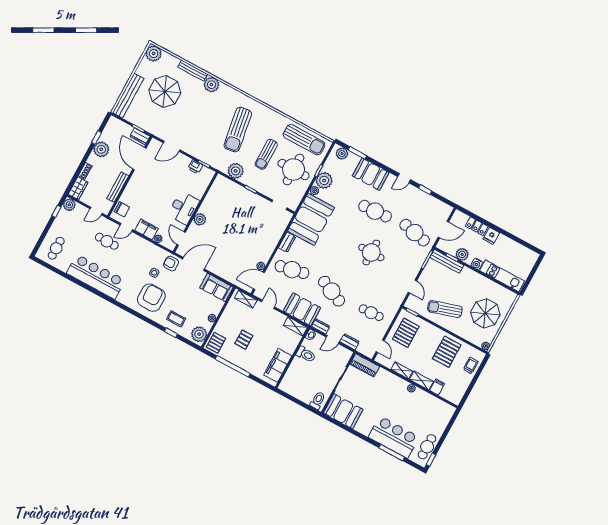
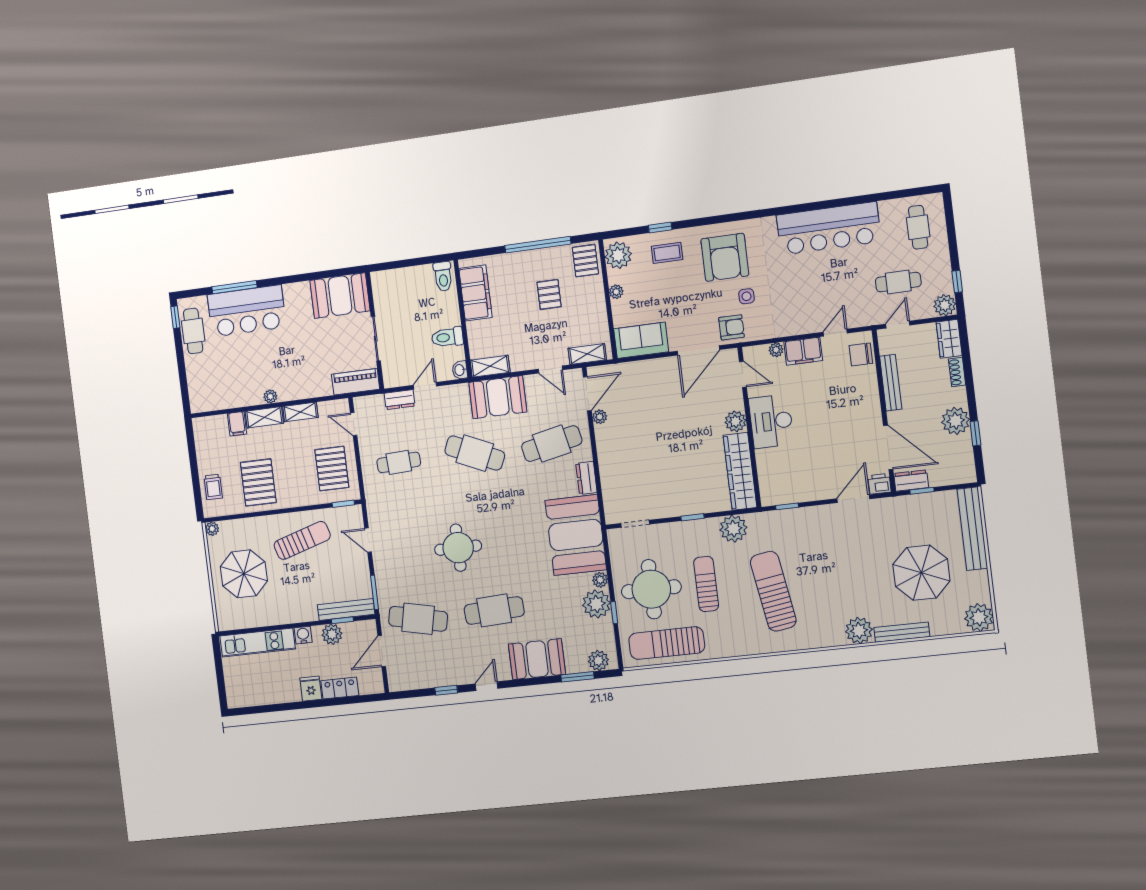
printer: (195, 167) -> (879, 484), moved
wardrobe: (214, 195) -> (740, 471), added
cafe table: (107, 241) -> (898, 282), moved
dresser: (321, 326) -> (455, 392), removed
toilet: (318, 400) -> (443, 276), moved

